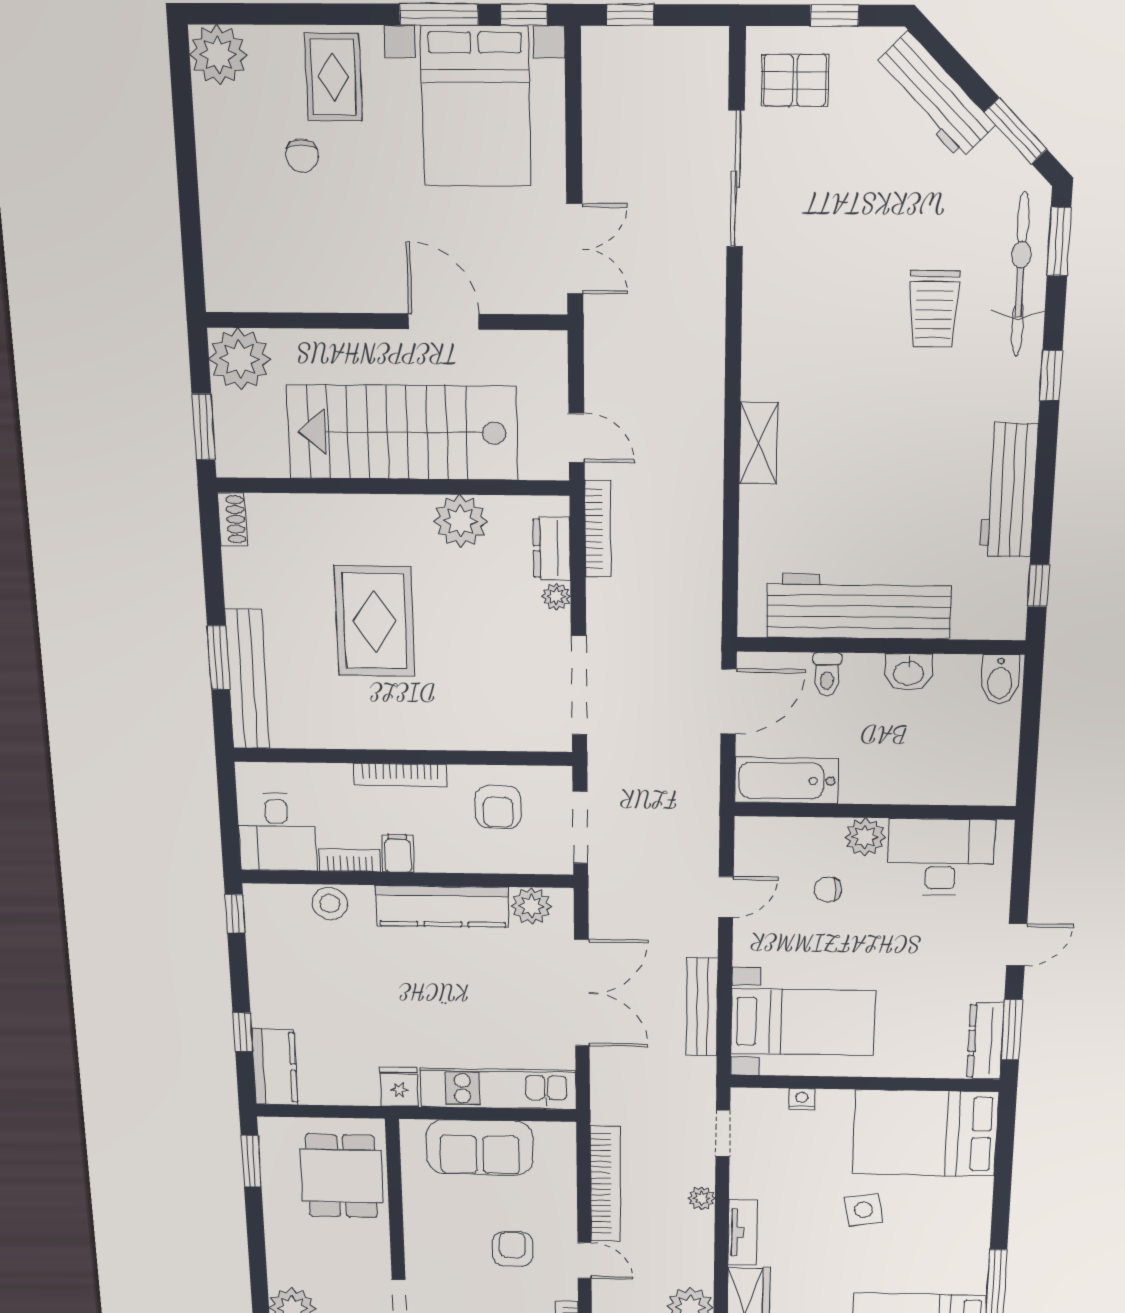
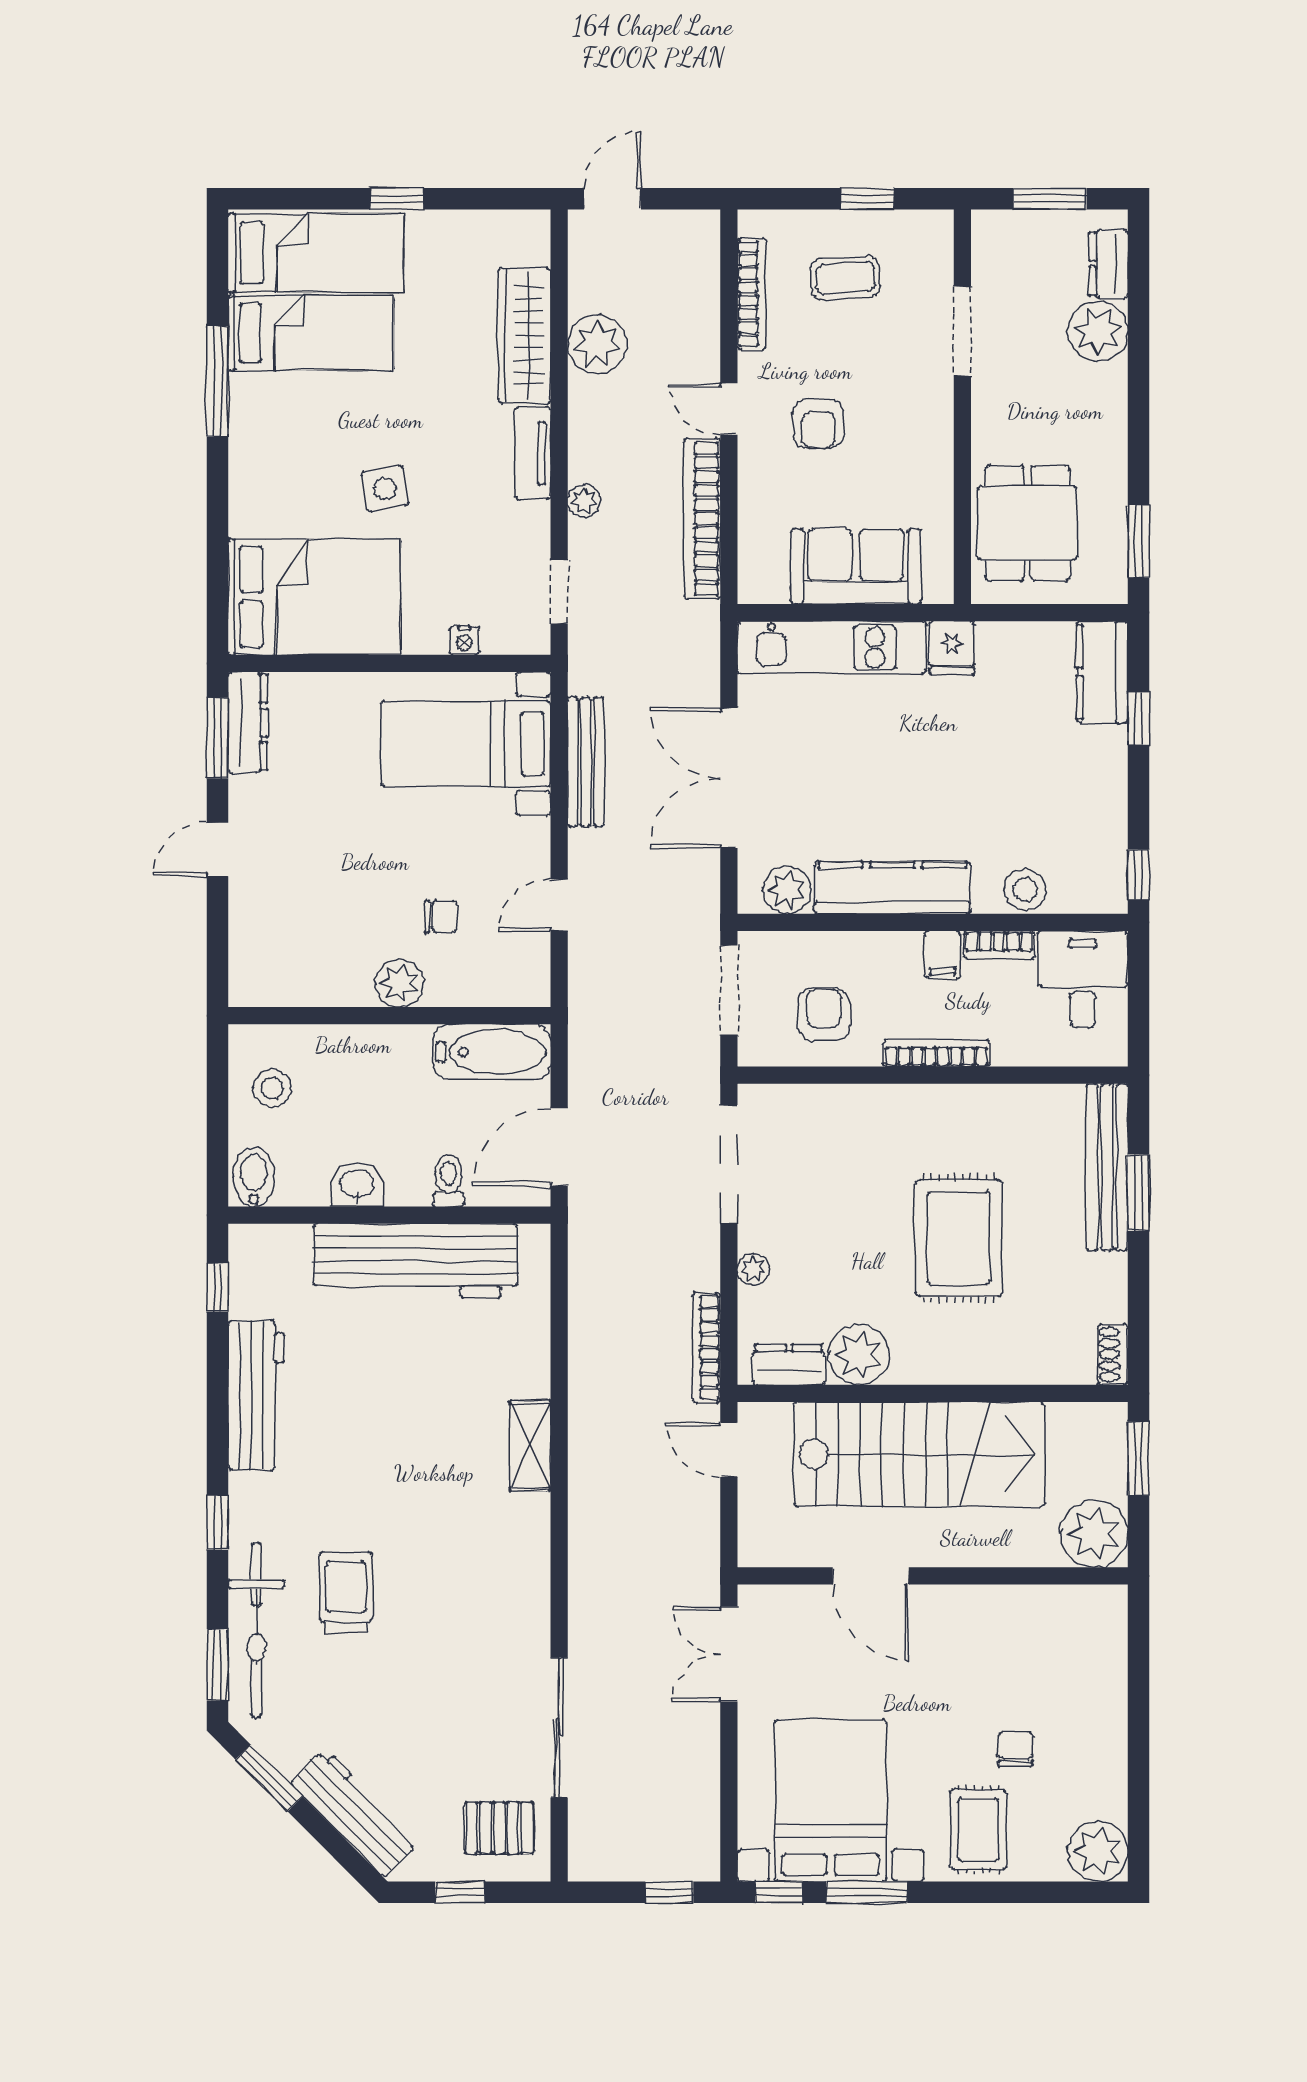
dresser: (552, 548) -> (789, 1365), moved, turned -90
stool: (980, 753) -> (272, 1088), added
desk: (941, 857) -> (311, 959), removed

